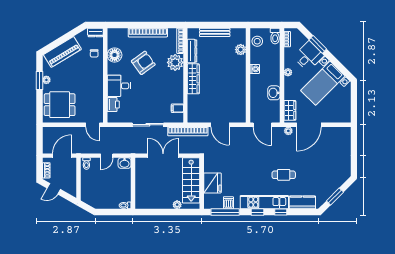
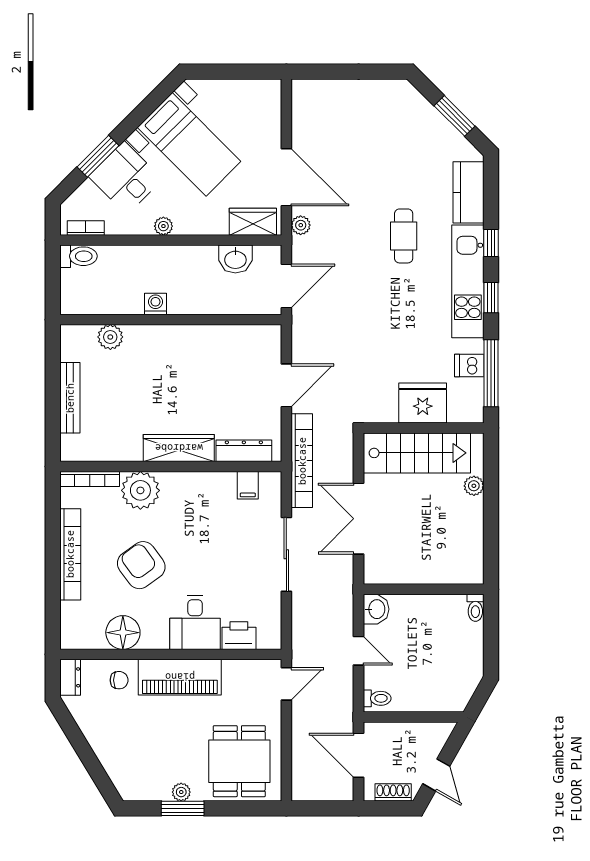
stool: (257, 41) -> (91, 298), removed
dresser: (192, 51) -> (244, 451), moved
piano: (62, 52) -> (180, 677), moved, turned 121
washbasin: (274, 93) -> (235, 259), moved

